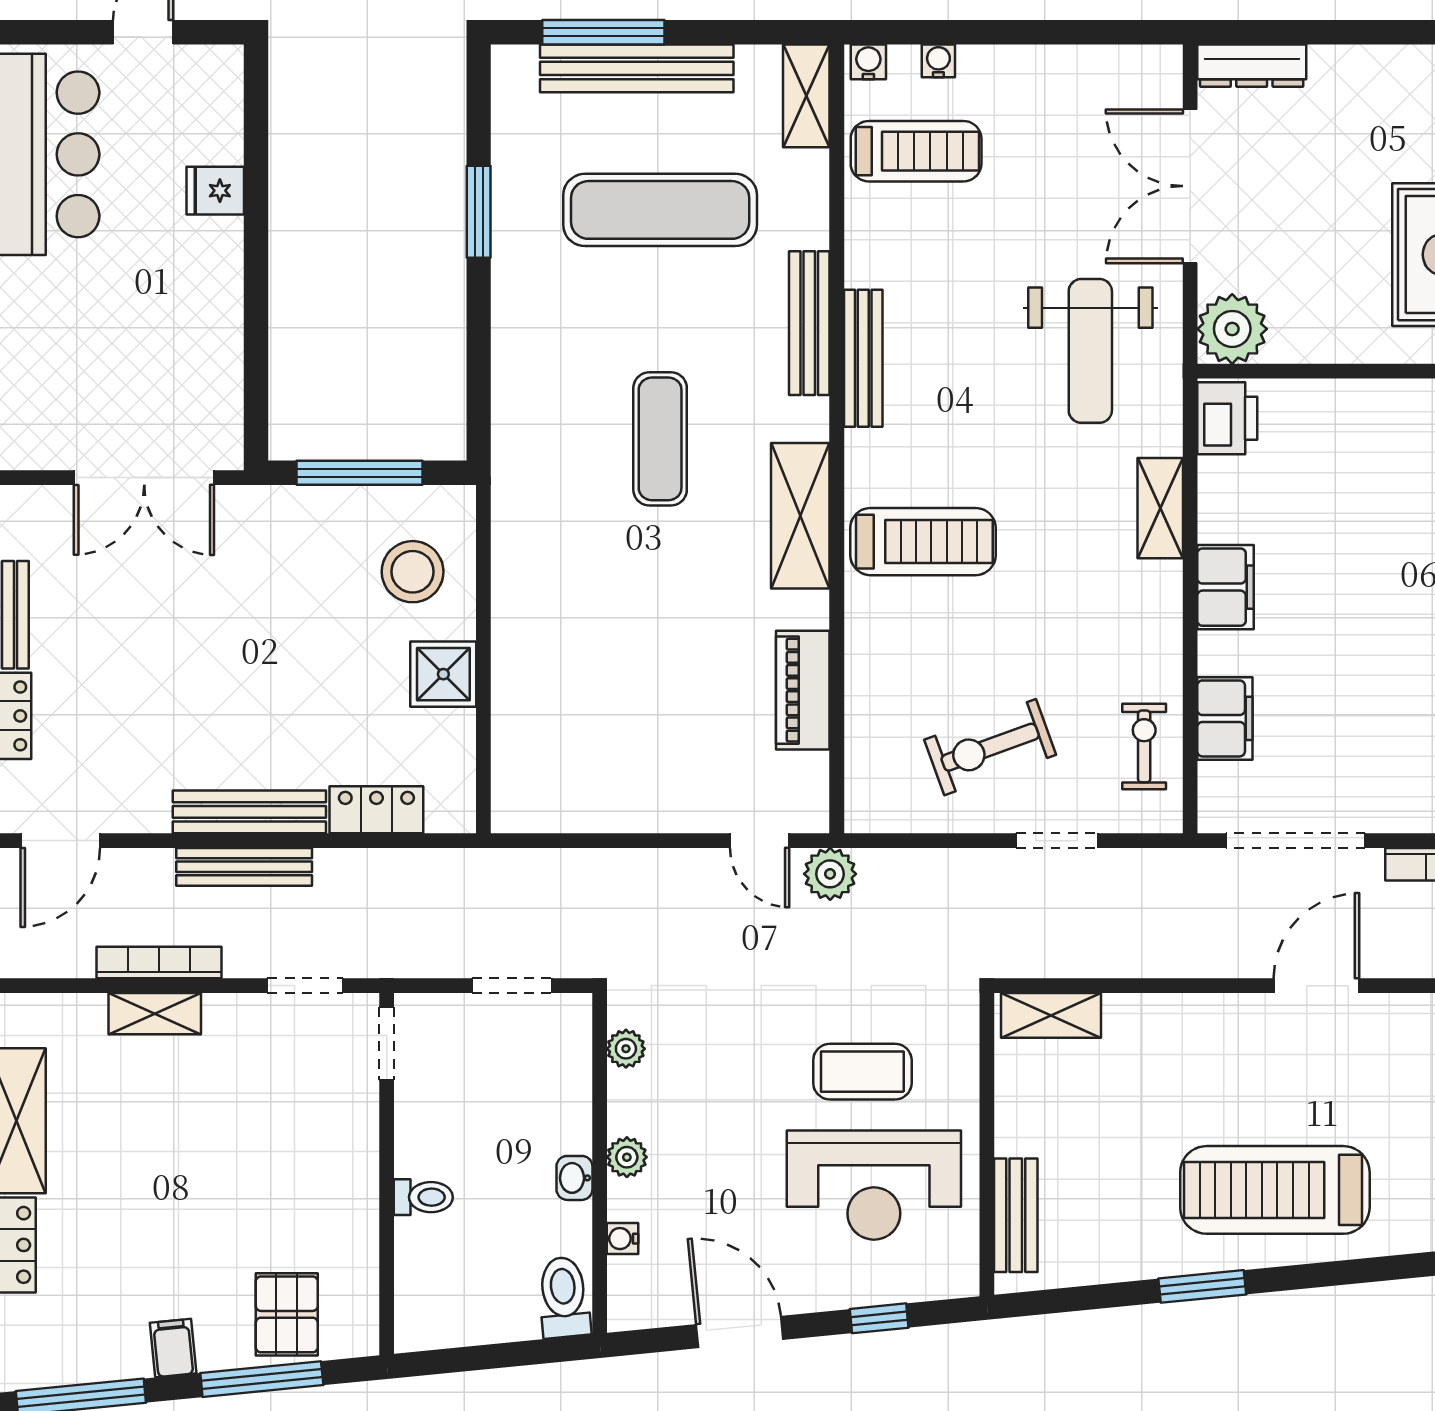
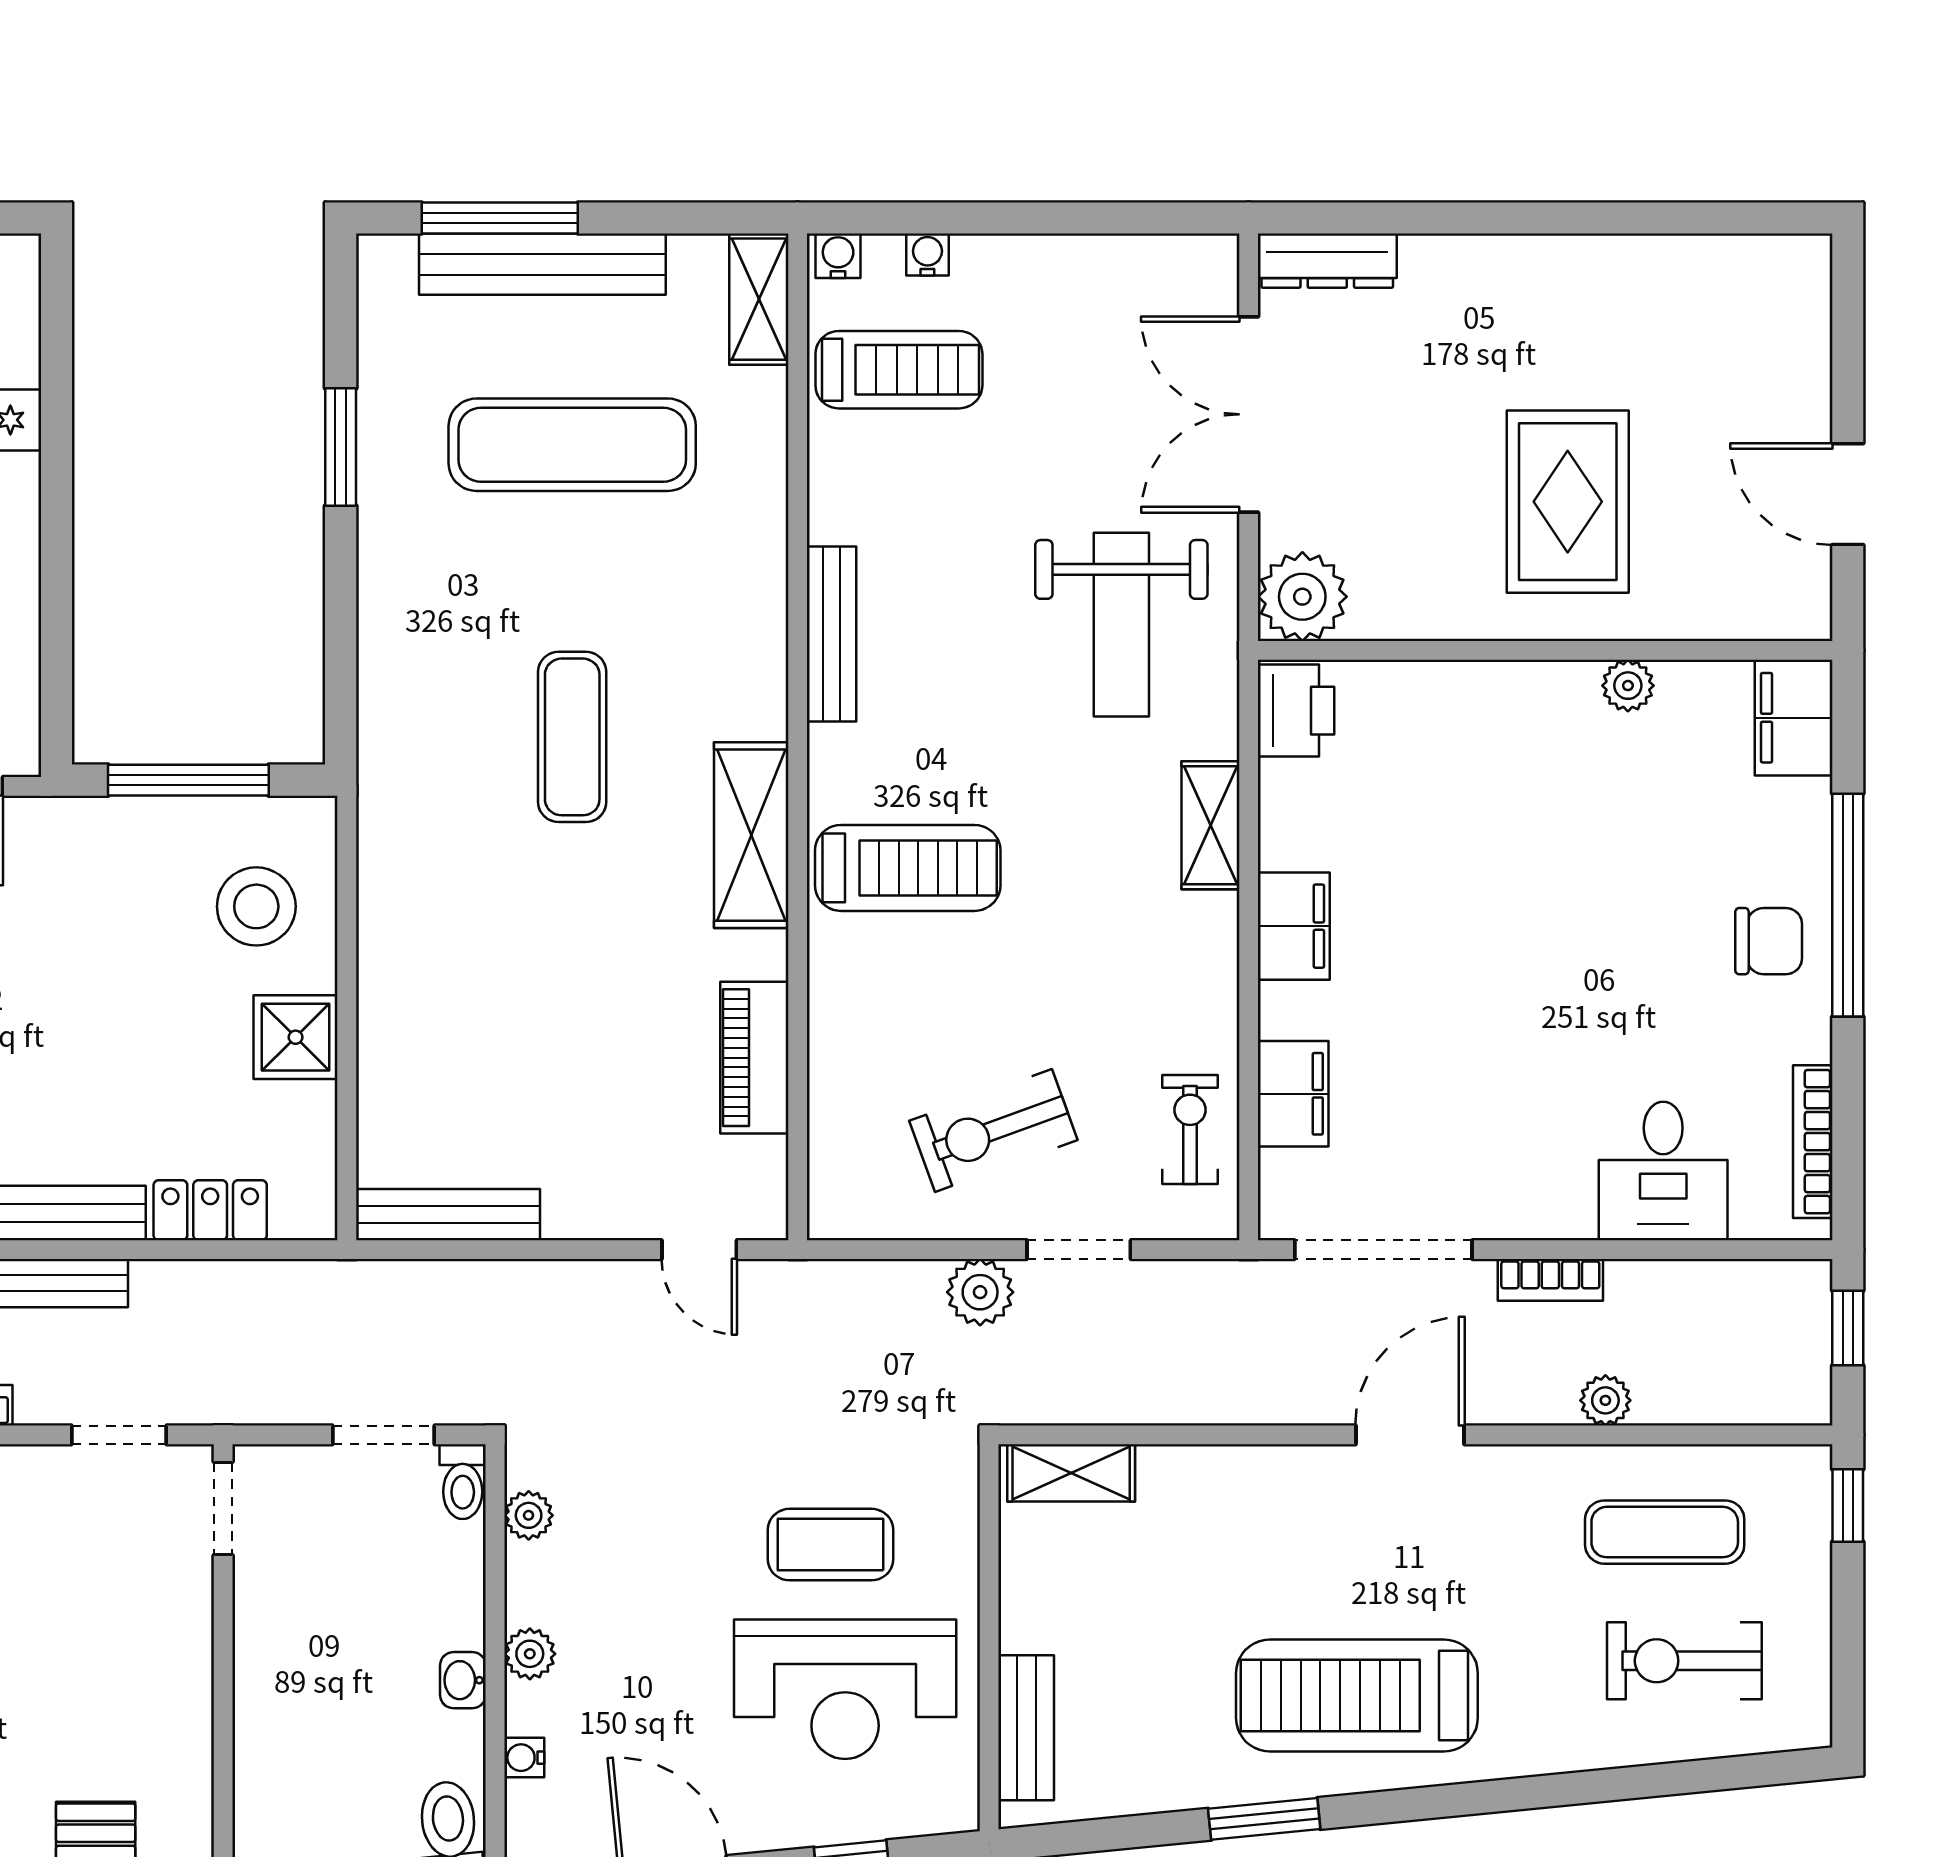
bench: (809, 323) -> (448, 1215), moved, turned 90
plant: (830, 874) -> (980, 1292), moved
toilet: (423, 1197) -> (463, 1482), moved, turned 90

